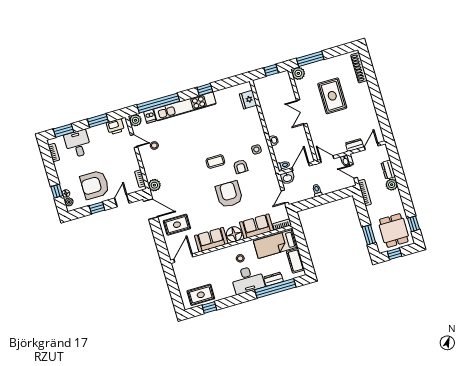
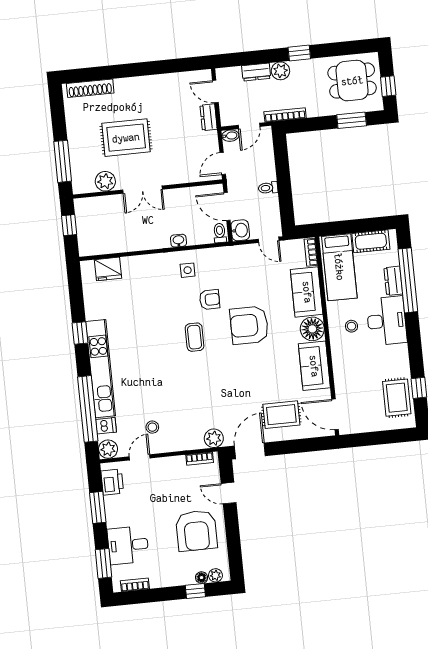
plant: (298, 73) -> (105, 181), moved
window: (97, 208) -> (233, 534), removed
window: (414, 224) -> (299, 53), moved
rug: (177, 225) -> (281, 415), turned 90

